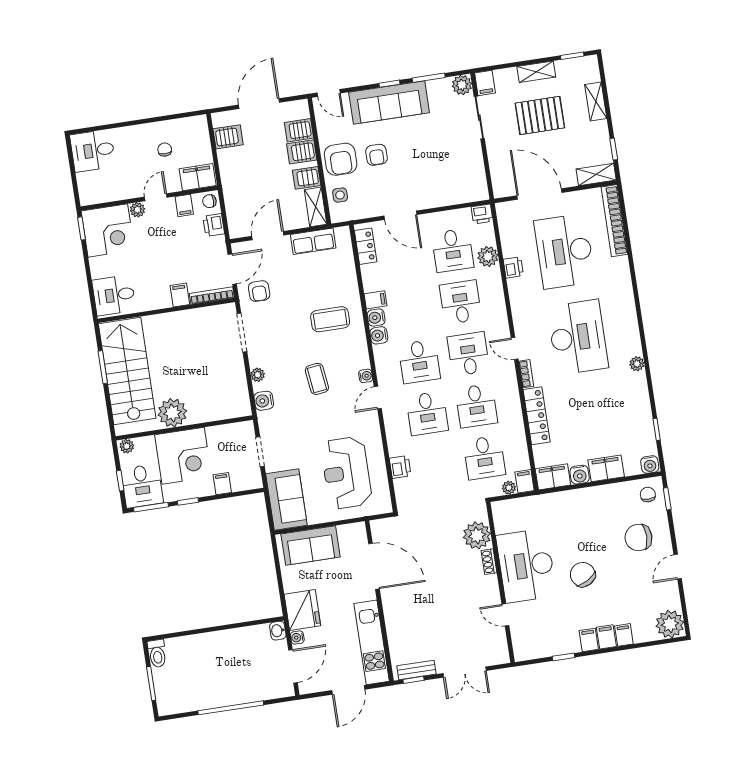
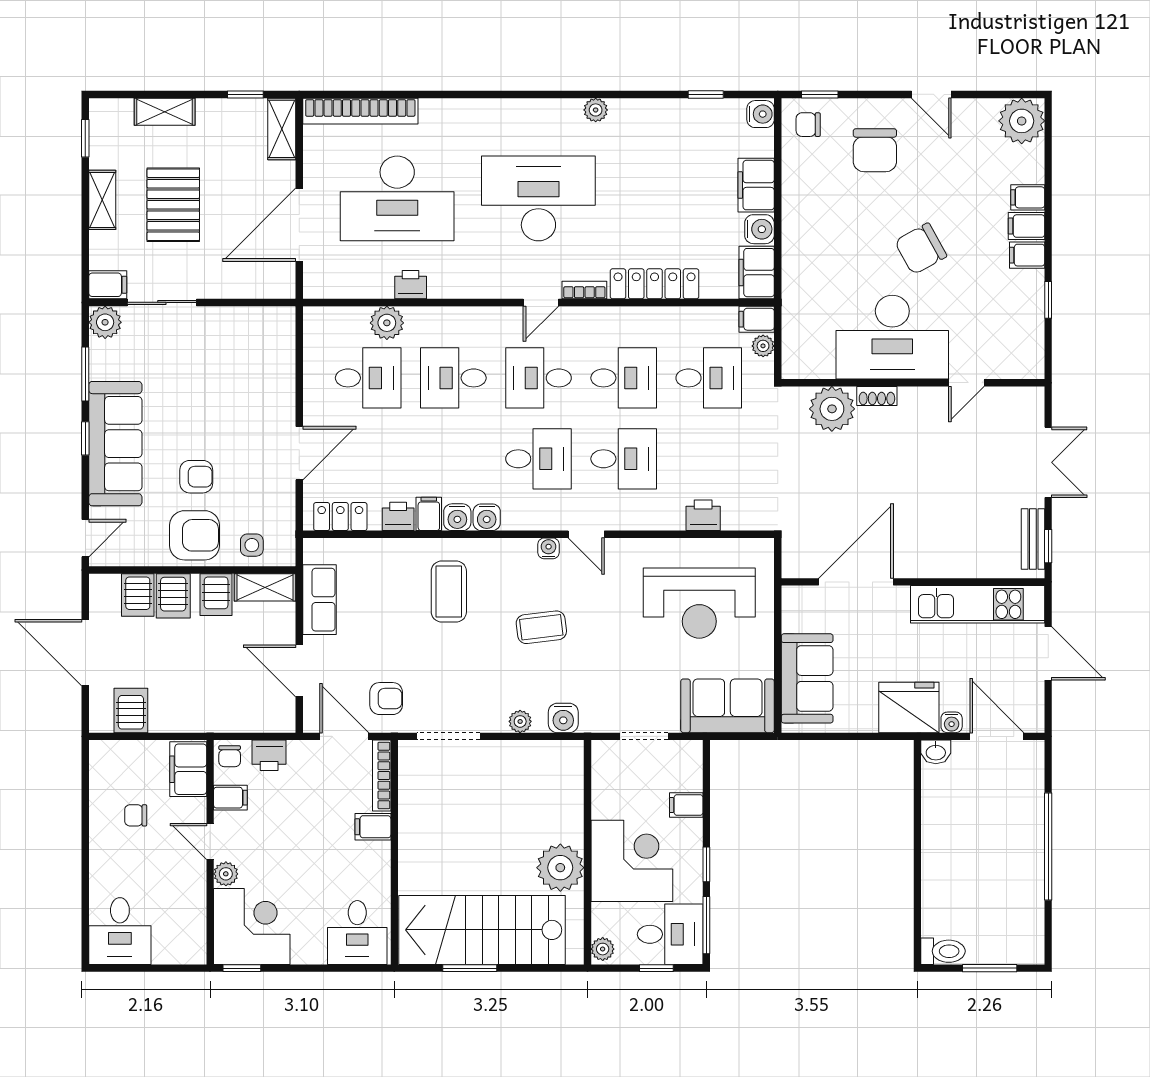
printer: (482, 214) -> (398, 516), moved, turned -90

